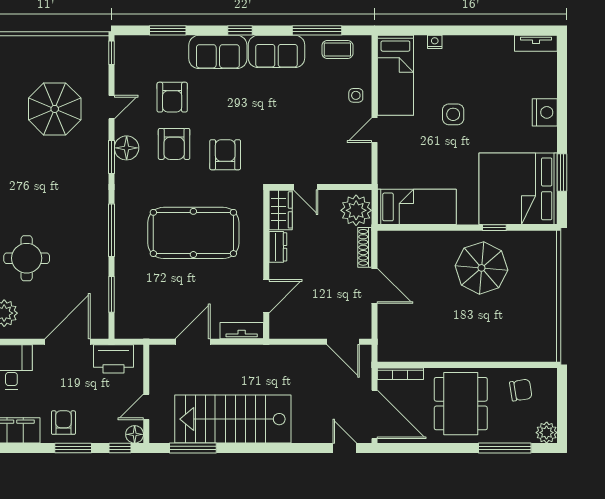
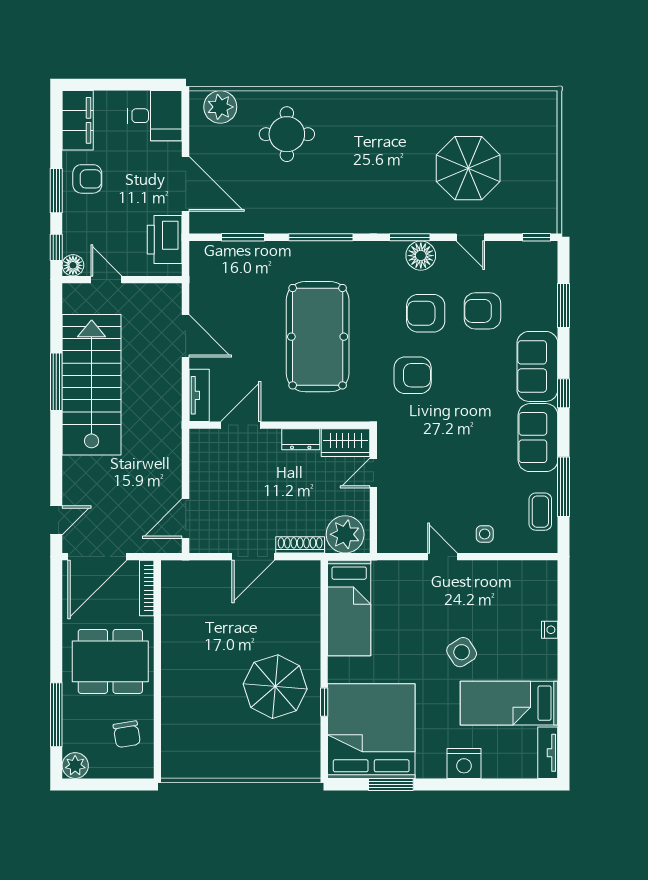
bed: (395, 75) -> (509, 703), moved
side table: (453, 114) -> (462, 652), turned -32
door: (266, 296) -> (241, 425), swing flipped
window: (193, 448) -> (56, 382), moved

